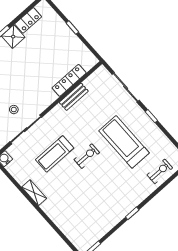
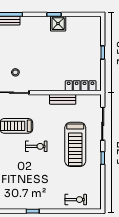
locker: (28, 20) -> (78, 22), removed
locker: (69, 80) -> (81, 86), moved
treadmill: (124, 142) -> (75, 144), moved, turned 180

